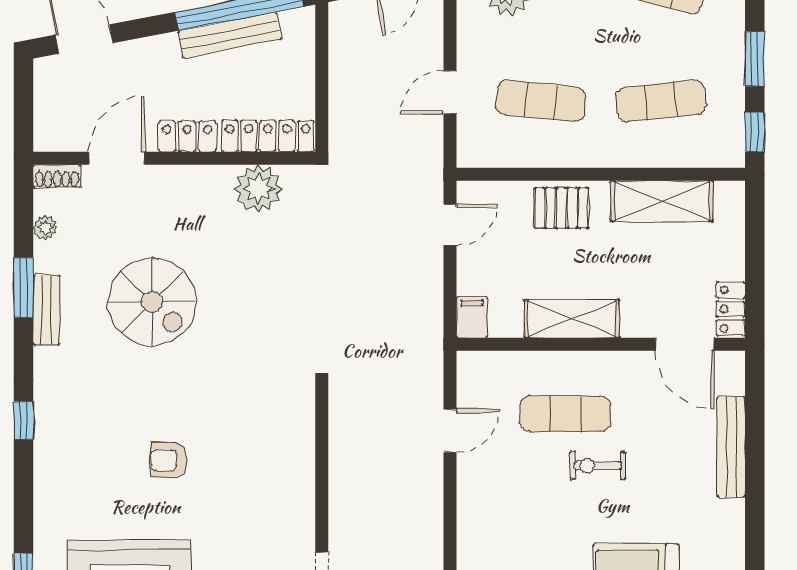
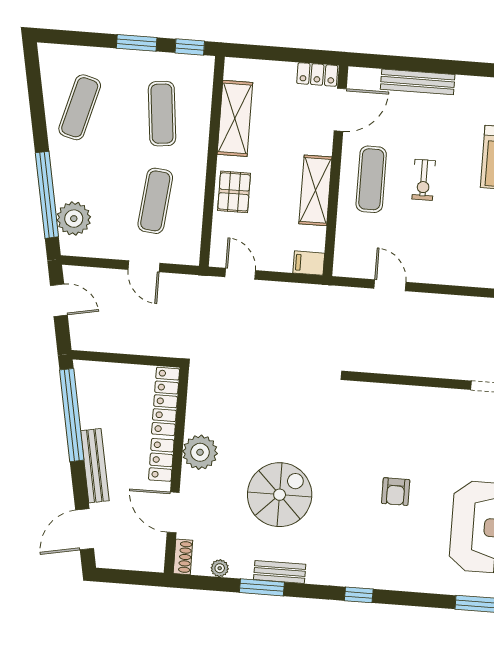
bench: (229, 35) -> (95, 466), moved
plant: (258, 189) -> (200, 452), moved
exercise mat: (565, 414) -> (371, 179), moved

